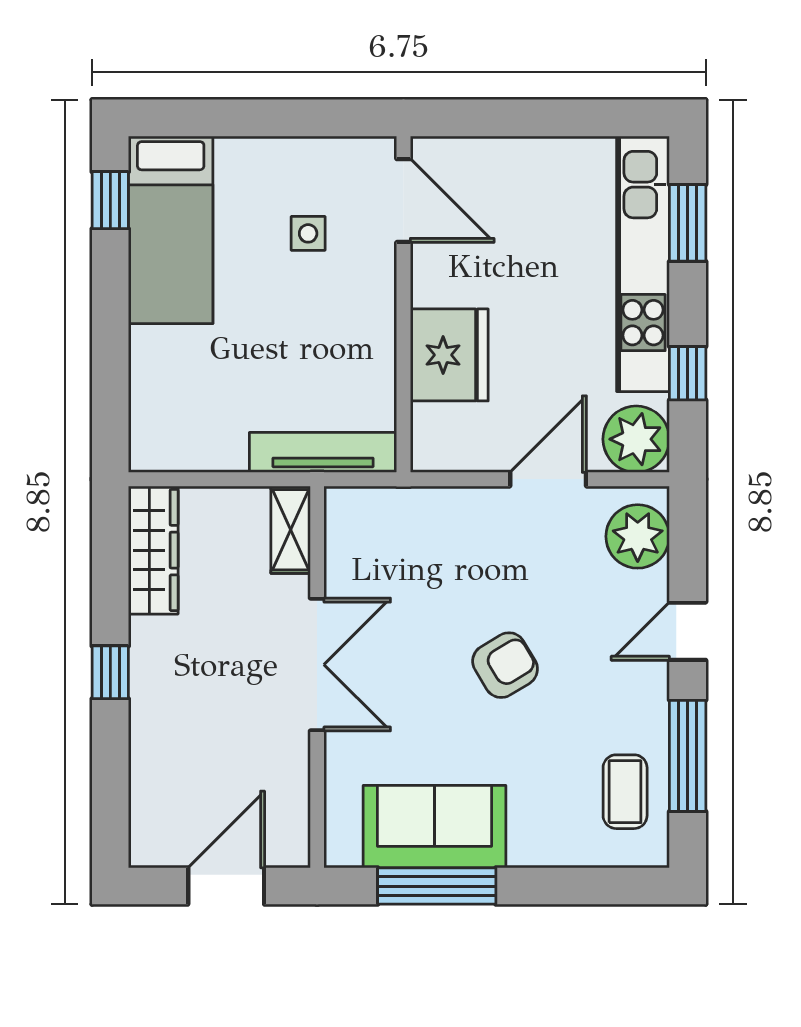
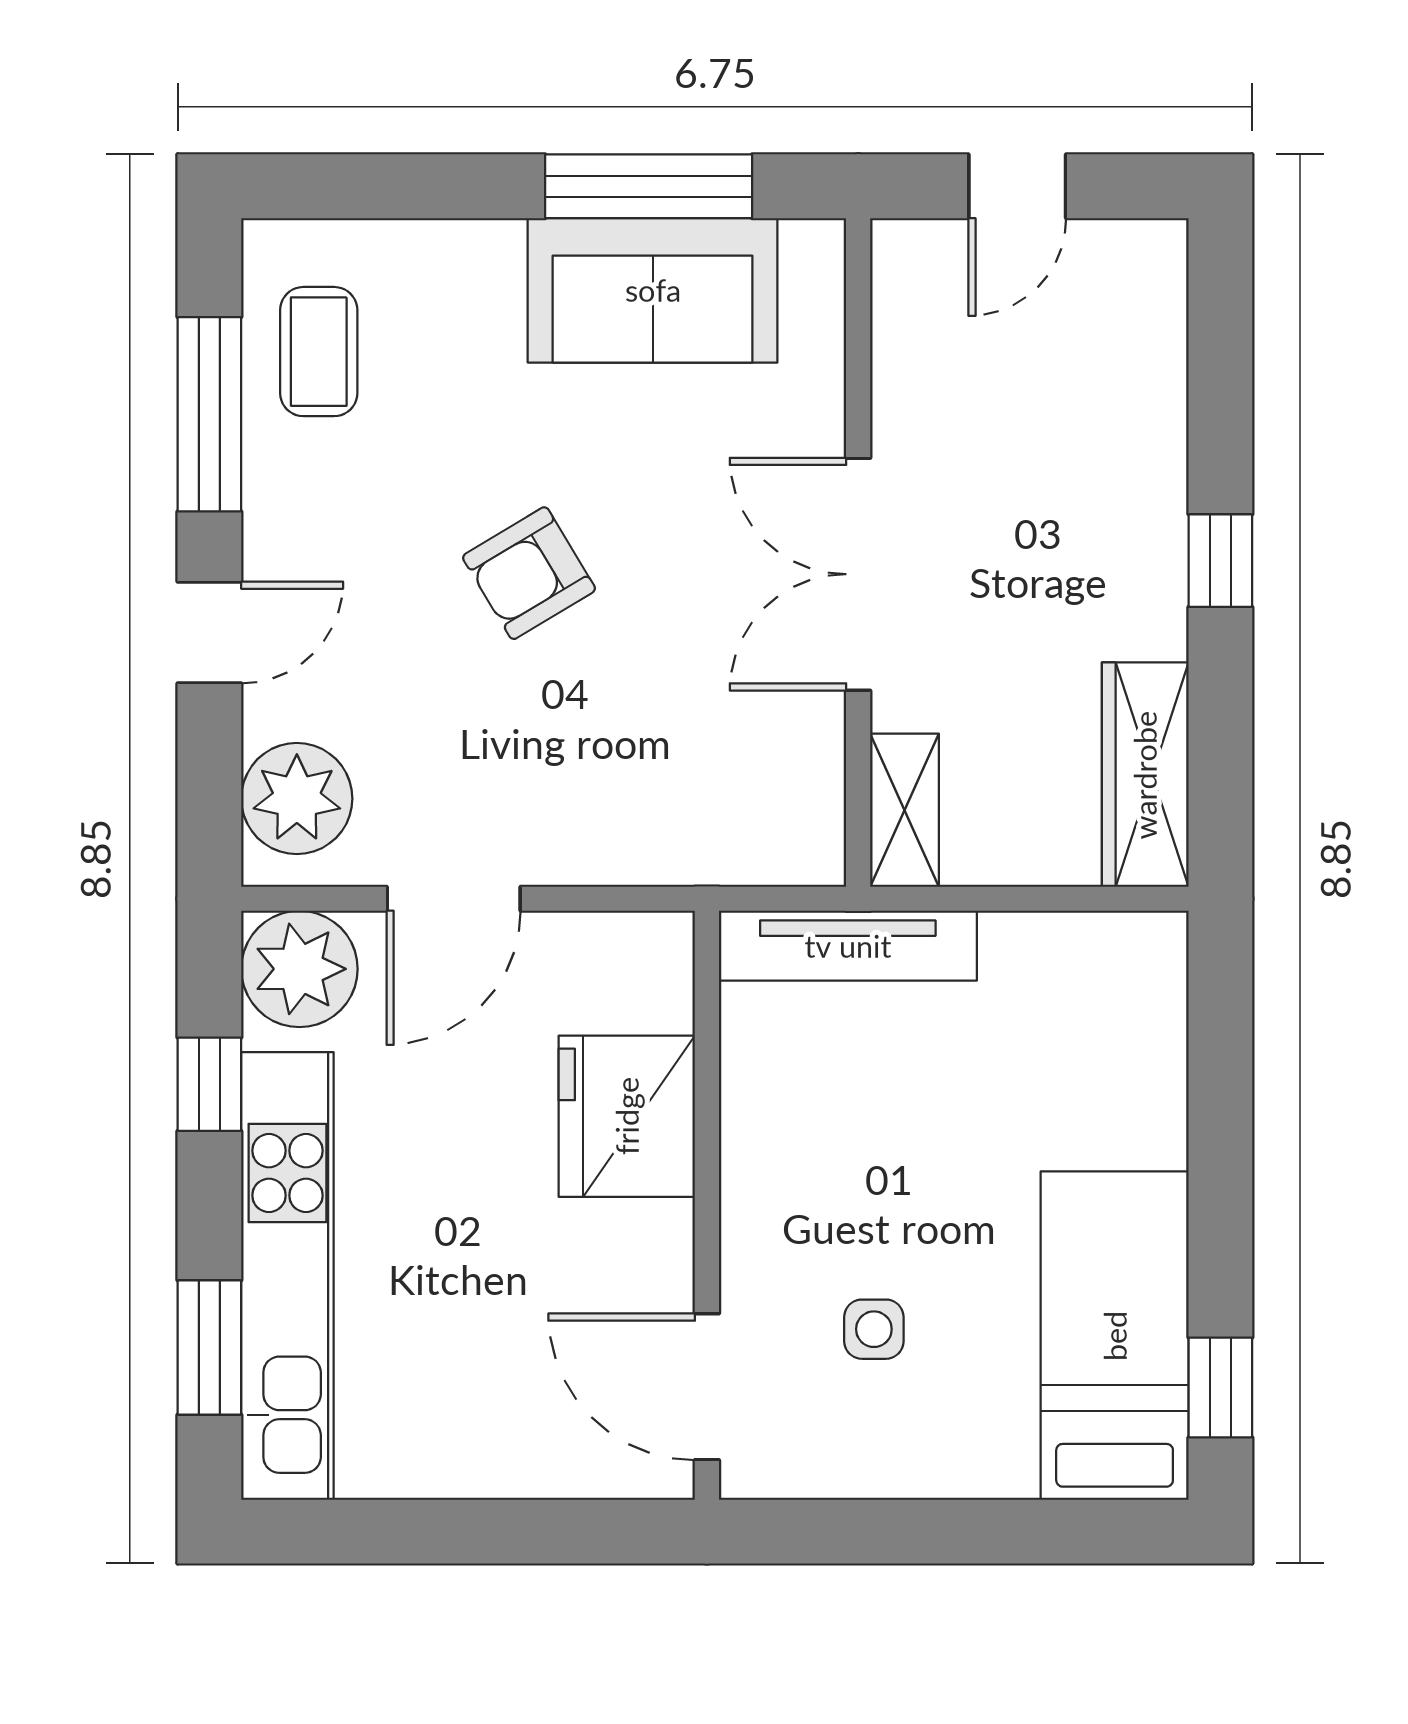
door: (226, 886) -> (1017, 186), width x0.73

